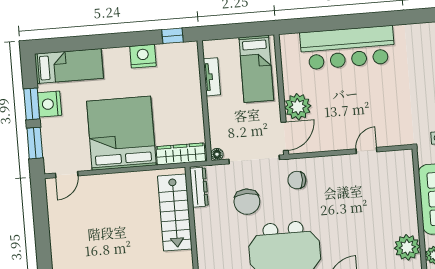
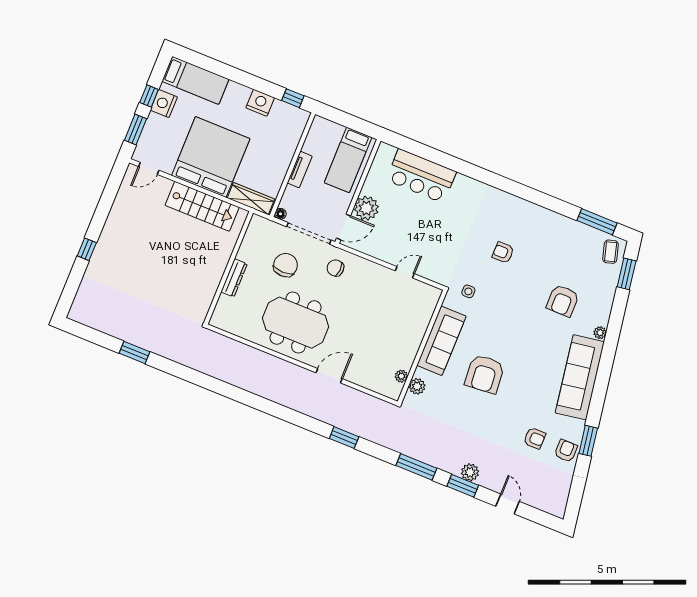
bar counter: (347, 48) -> (421, 176), width x0.73
tv unit: (212, 77) -> (300, 169), moved
window: (32, 104) -> (149, 96), width x0.67
dresser: (199, 187) -> (234, 278), moved
chair: (247, 202) -> (285, 265), turned 180
stairs: (175, 213) -> (202, 206), moved, turned -90
plant: (407, 247) -> (401, 376), width x0.53, depth x0.53

